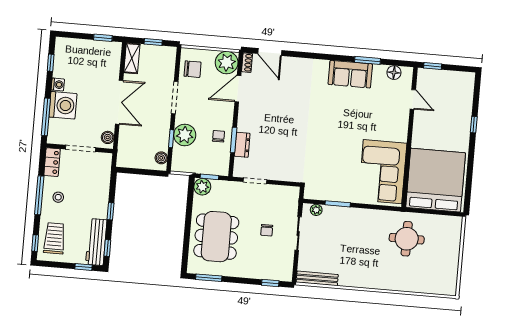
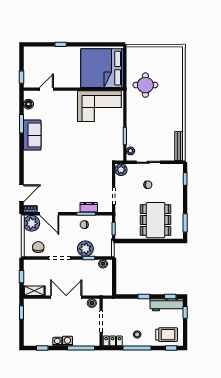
washing machine: (63, 105) -> (67, 341), width x0.53, depth x0.53
plant: (202, 187) -> (121, 170), moved
dining table: (216, 237) -> (155, 220), turned 90
trolley: (54, 238) -> (167, 335), turned 180

